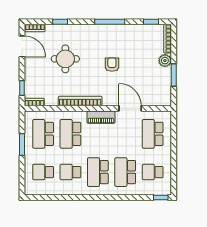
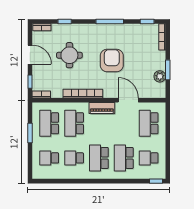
door: (22, 46) -> (30, 55), moved
plant: (165, 61) -> (160, 76), moved
armchair: (112, 65) -> (112, 60), width x1.88, depth x1.88

